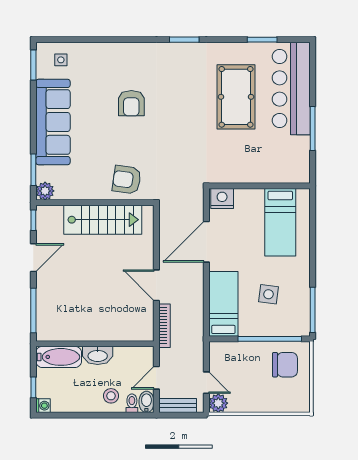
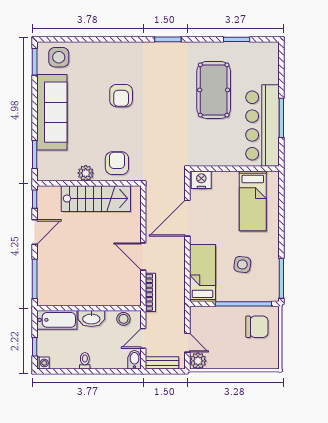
side table: (61, 60) -> (59, 57), width x1.87, depth x1.87
bar counter: (291, 88) -> (263, 125), moved
armchair: (127, 180) -> (117, 163), turned 82
plant: (45, 191) -> (86, 173), moved
stool: (111, 396) -> (123, 319), moved
toilet: (132, 403) -> (85, 361), moved

